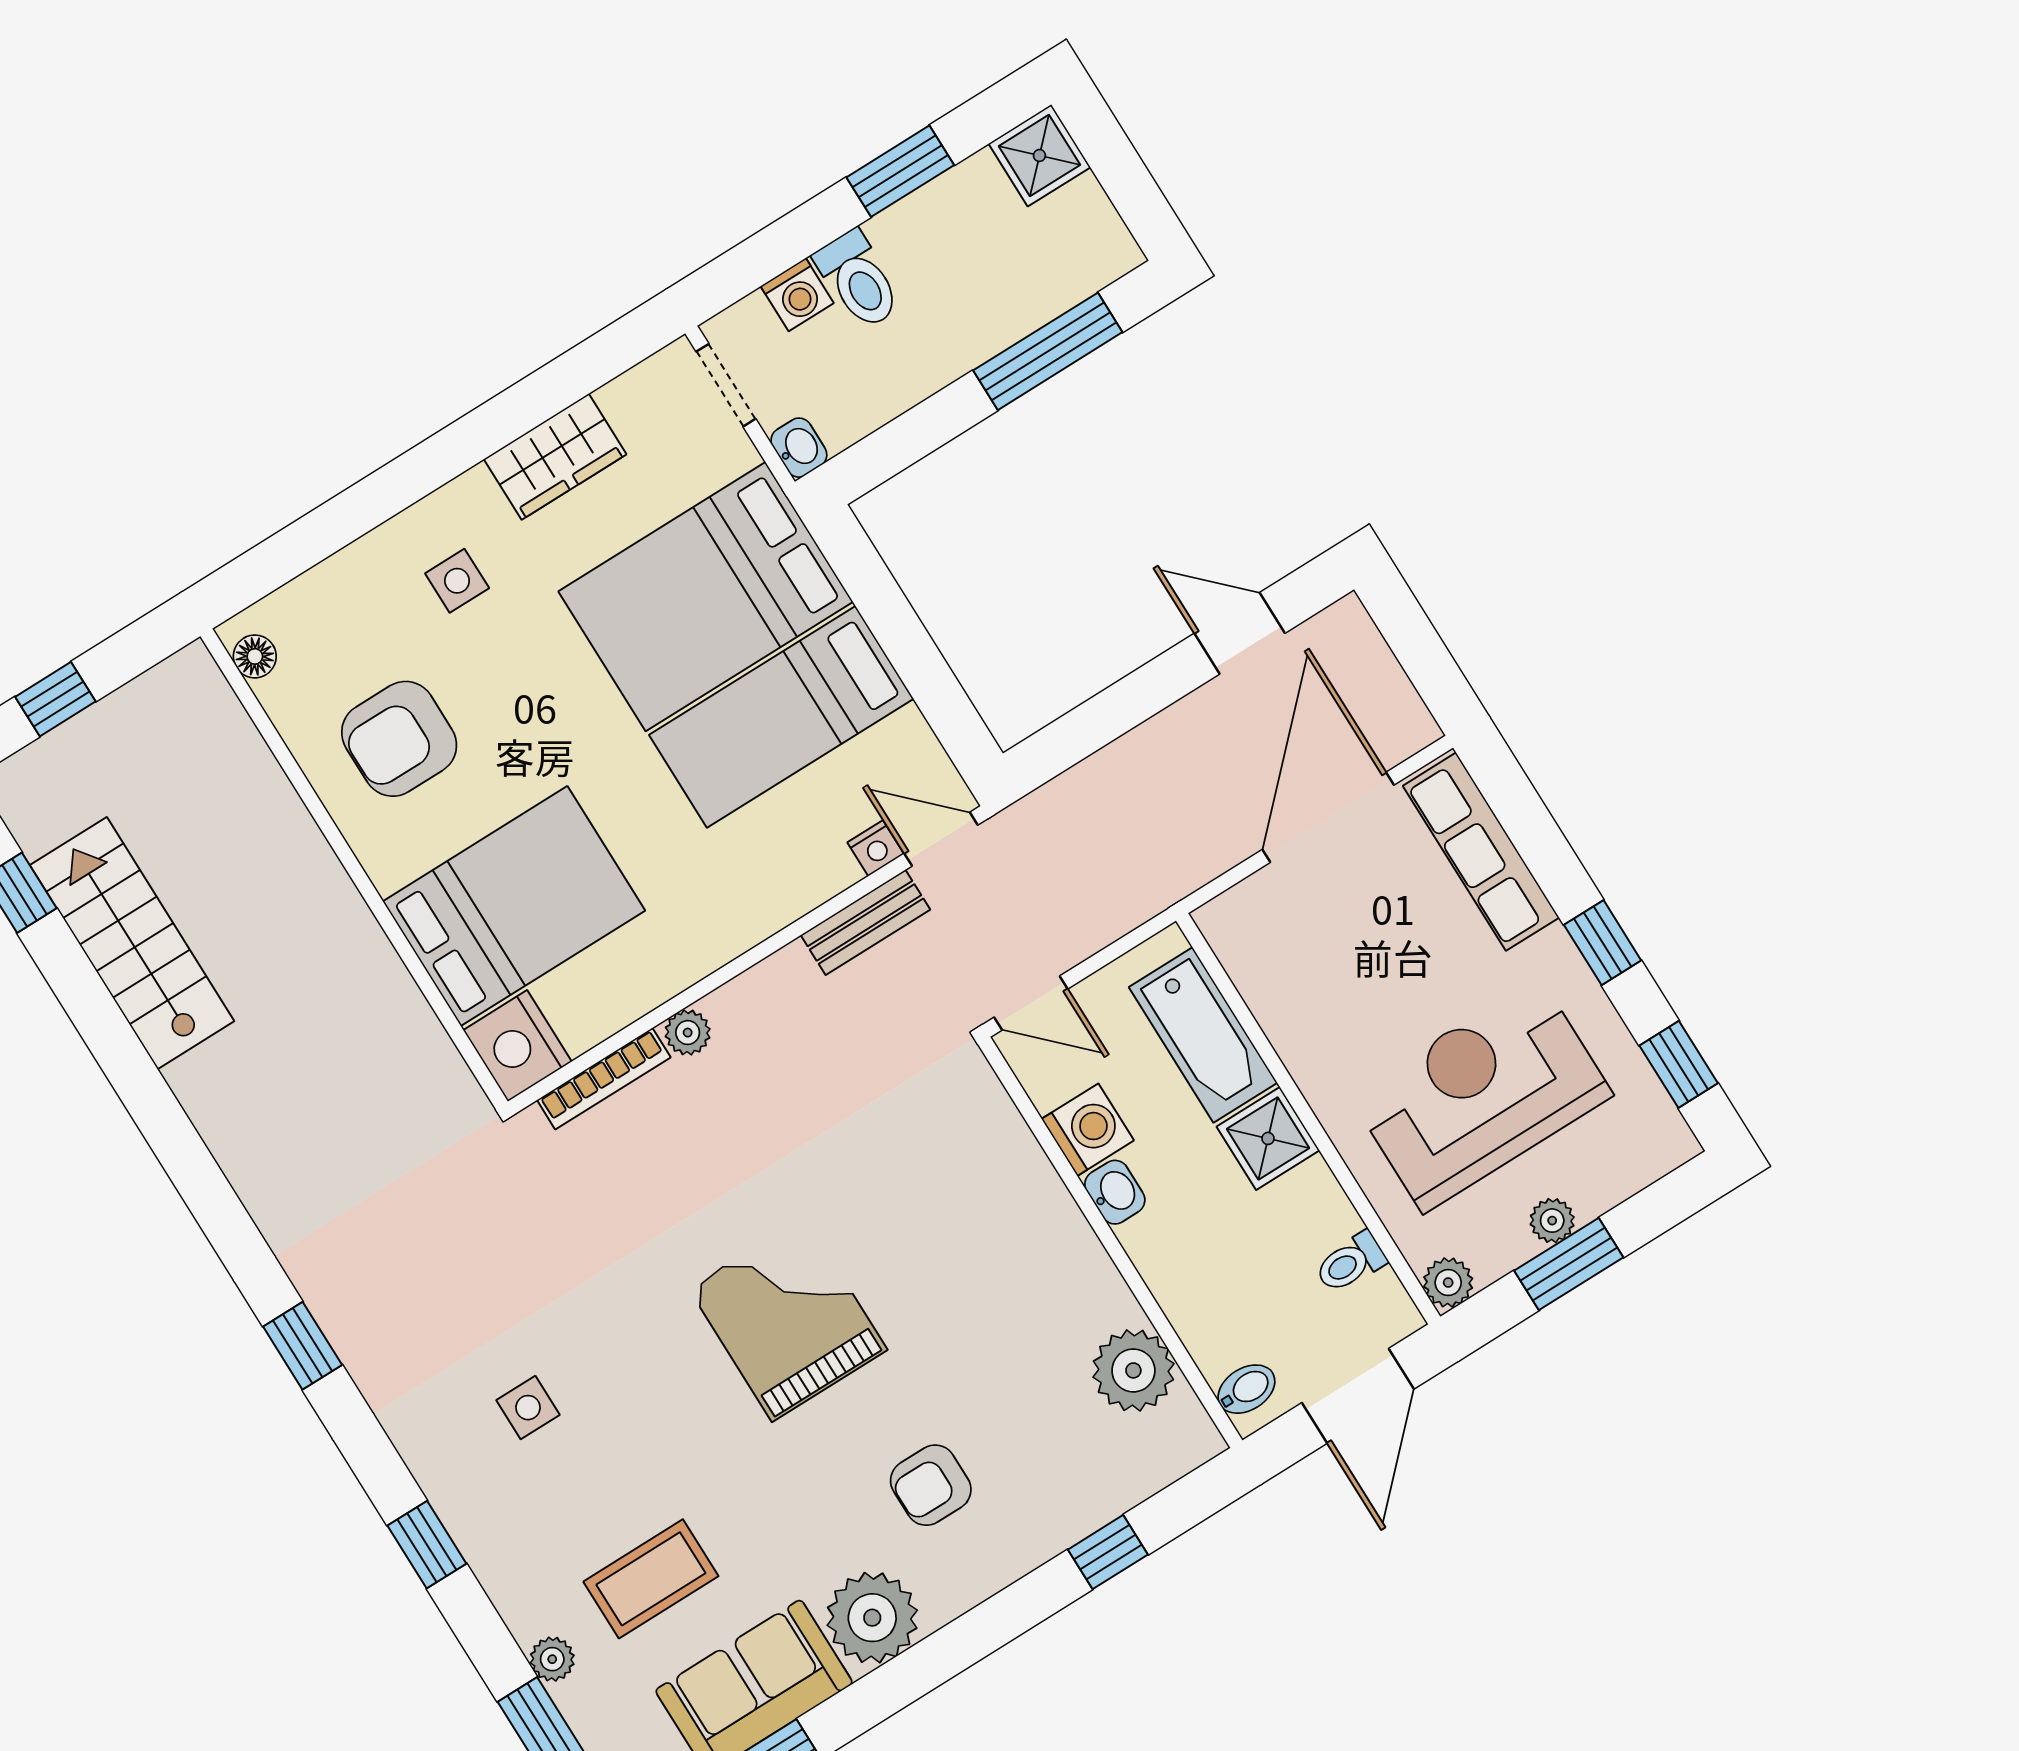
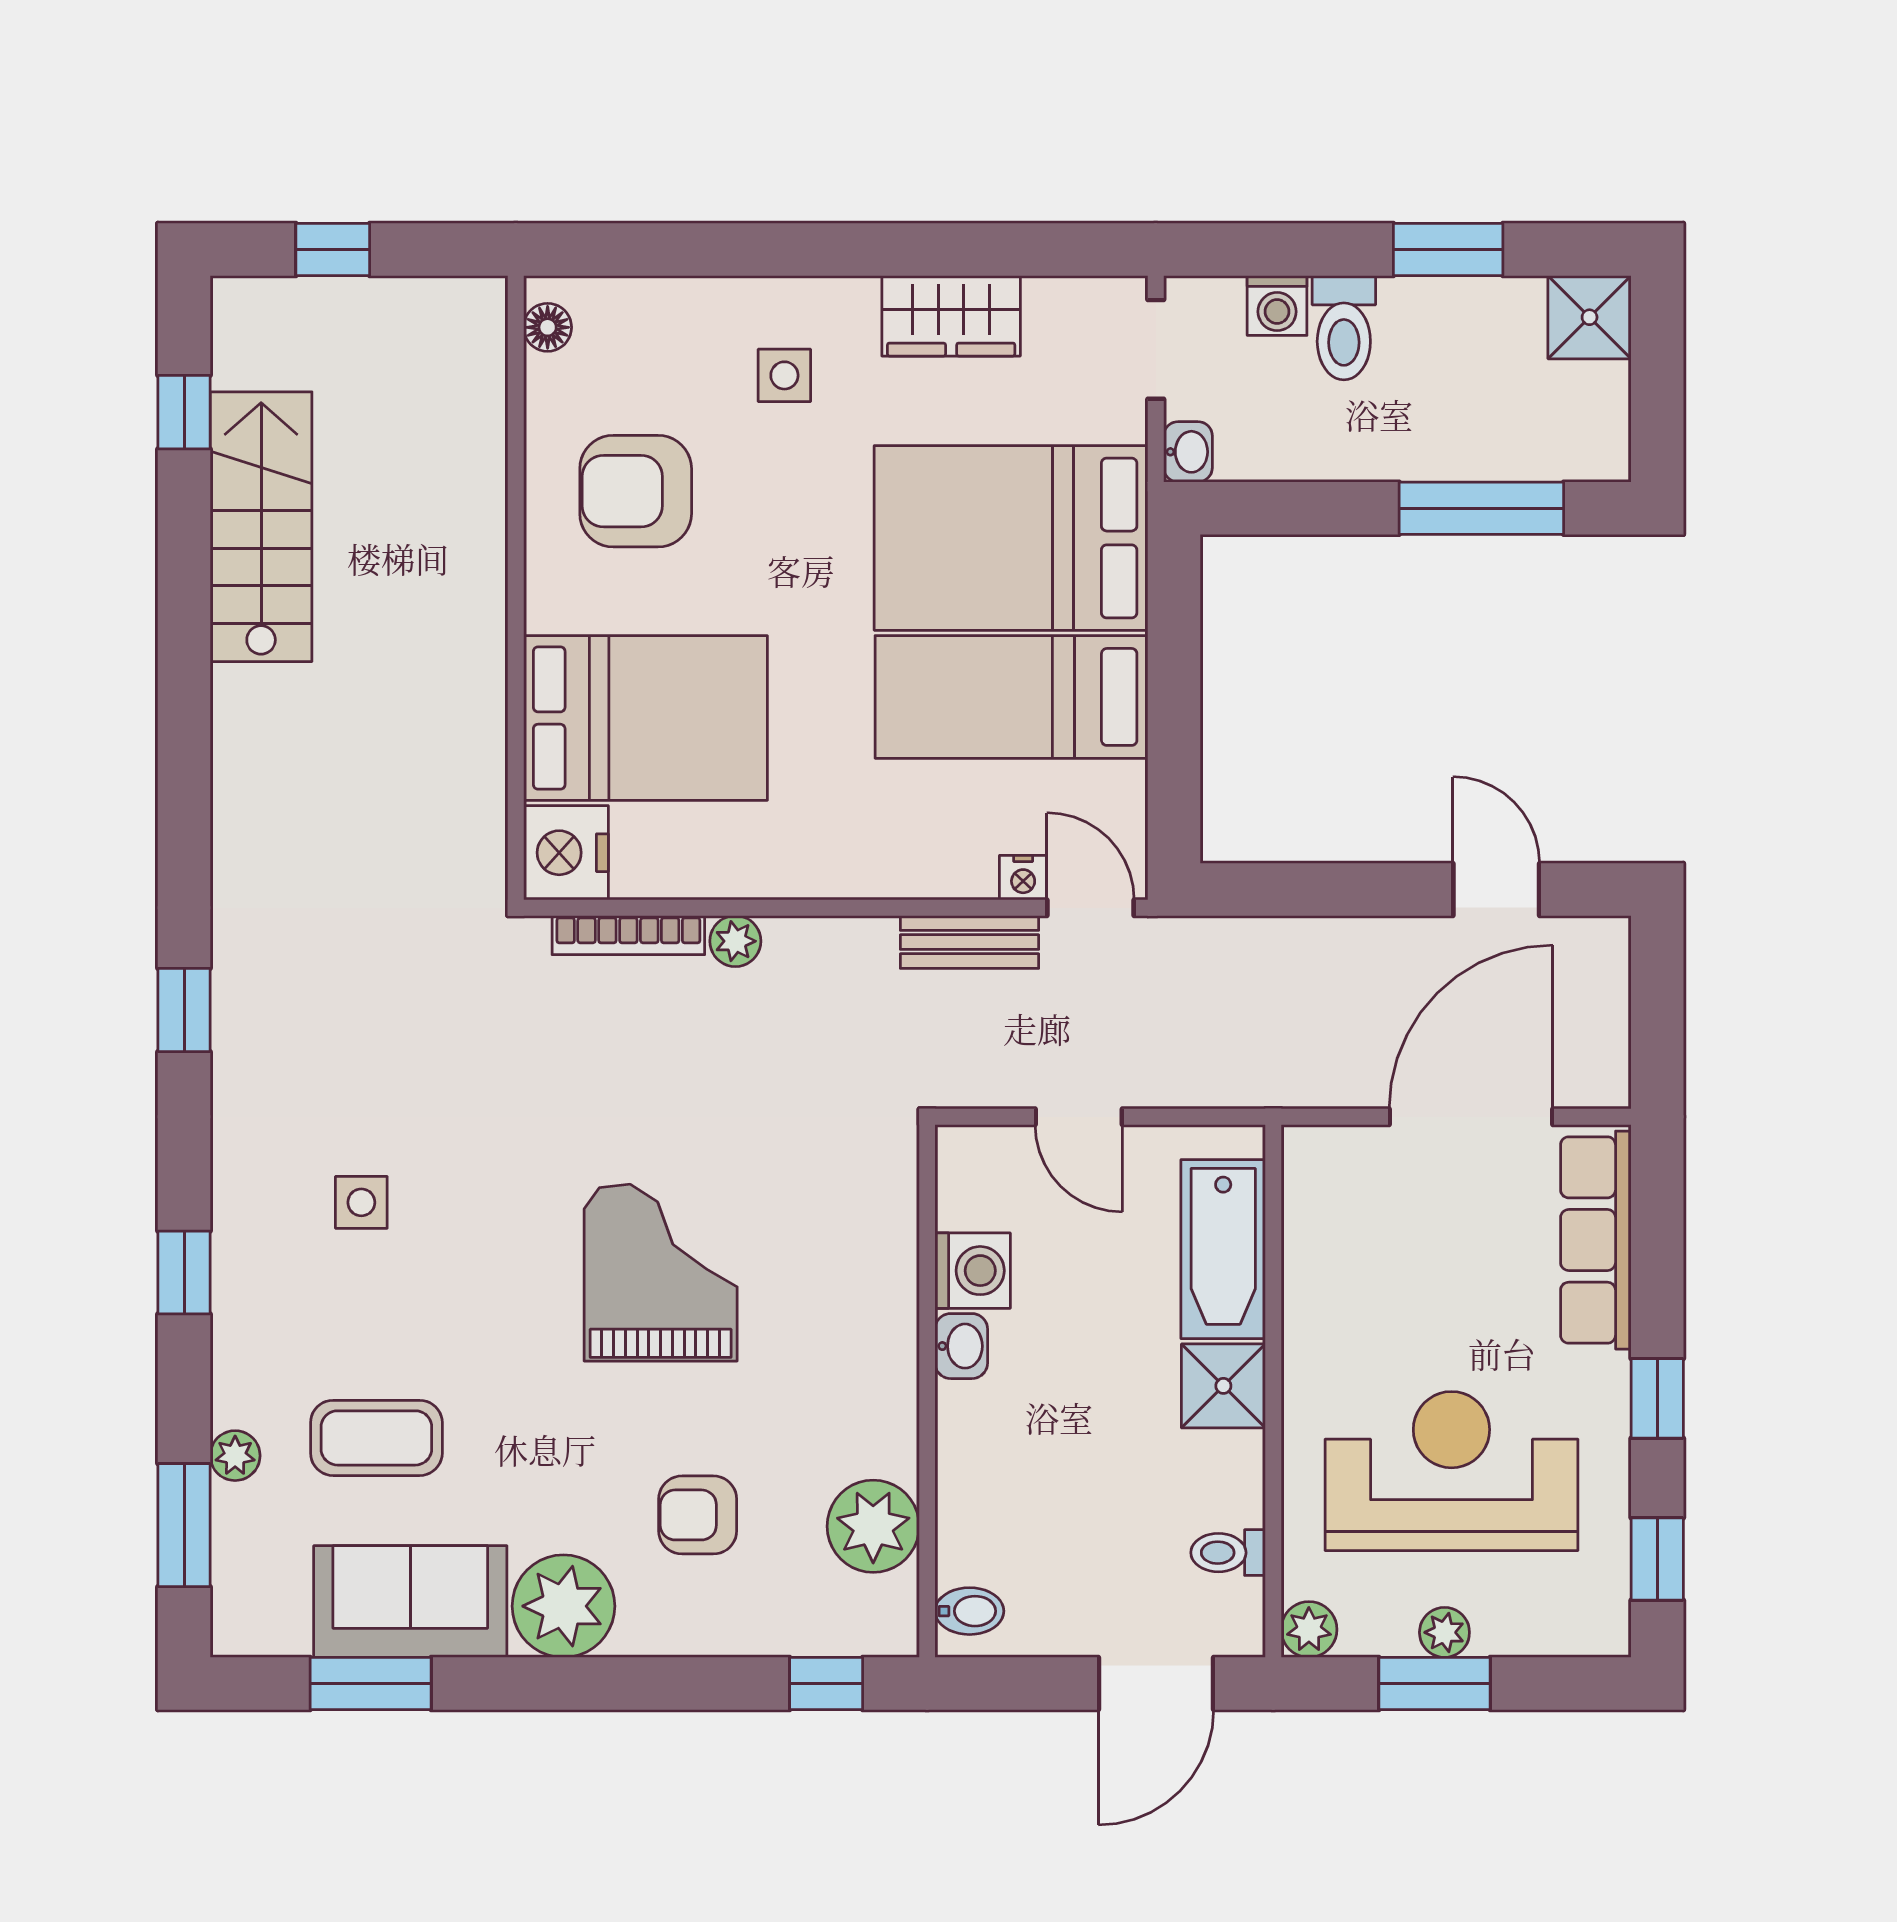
washing machine: (1088, 1130) -> (973, 1271), moved
washbasin: (1115, 1192) -> (961, 1346), moved
wall: (1110, 1242) -> (927, 1391), moved
plant: (1133, 1370) -> (873, 1526), moved
bidet: (1246, 1389) -> (969, 1611), moved

